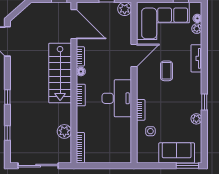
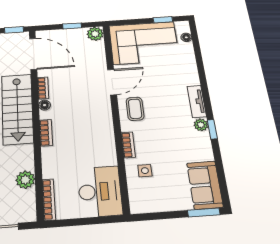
plant: (197, 29) -> (187, 48), removed
tv unit: (196, 58) -> (197, 101), moved
coffee table: (166, 71) -> (135, 109), moved
desk: (117, 98) -> (100, 191), moved
plant: (196, 119) -> (201, 125), moved
sofa: (177, 153) -> (205, 185), moved, turned -90

